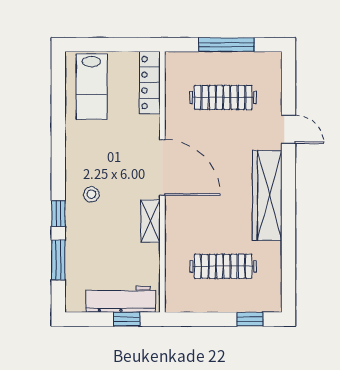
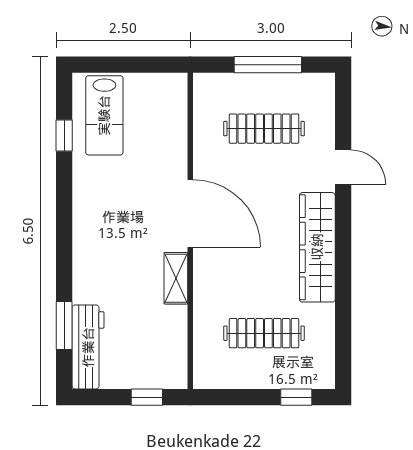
locker: (150, 83) -> (175, 111), removed
stool: (91, 194) -> (104, 246), removed
window: (58, 214) -> (64, 135), moved
workbench: (121, 299) -> (88, 347), moved, turned 90

